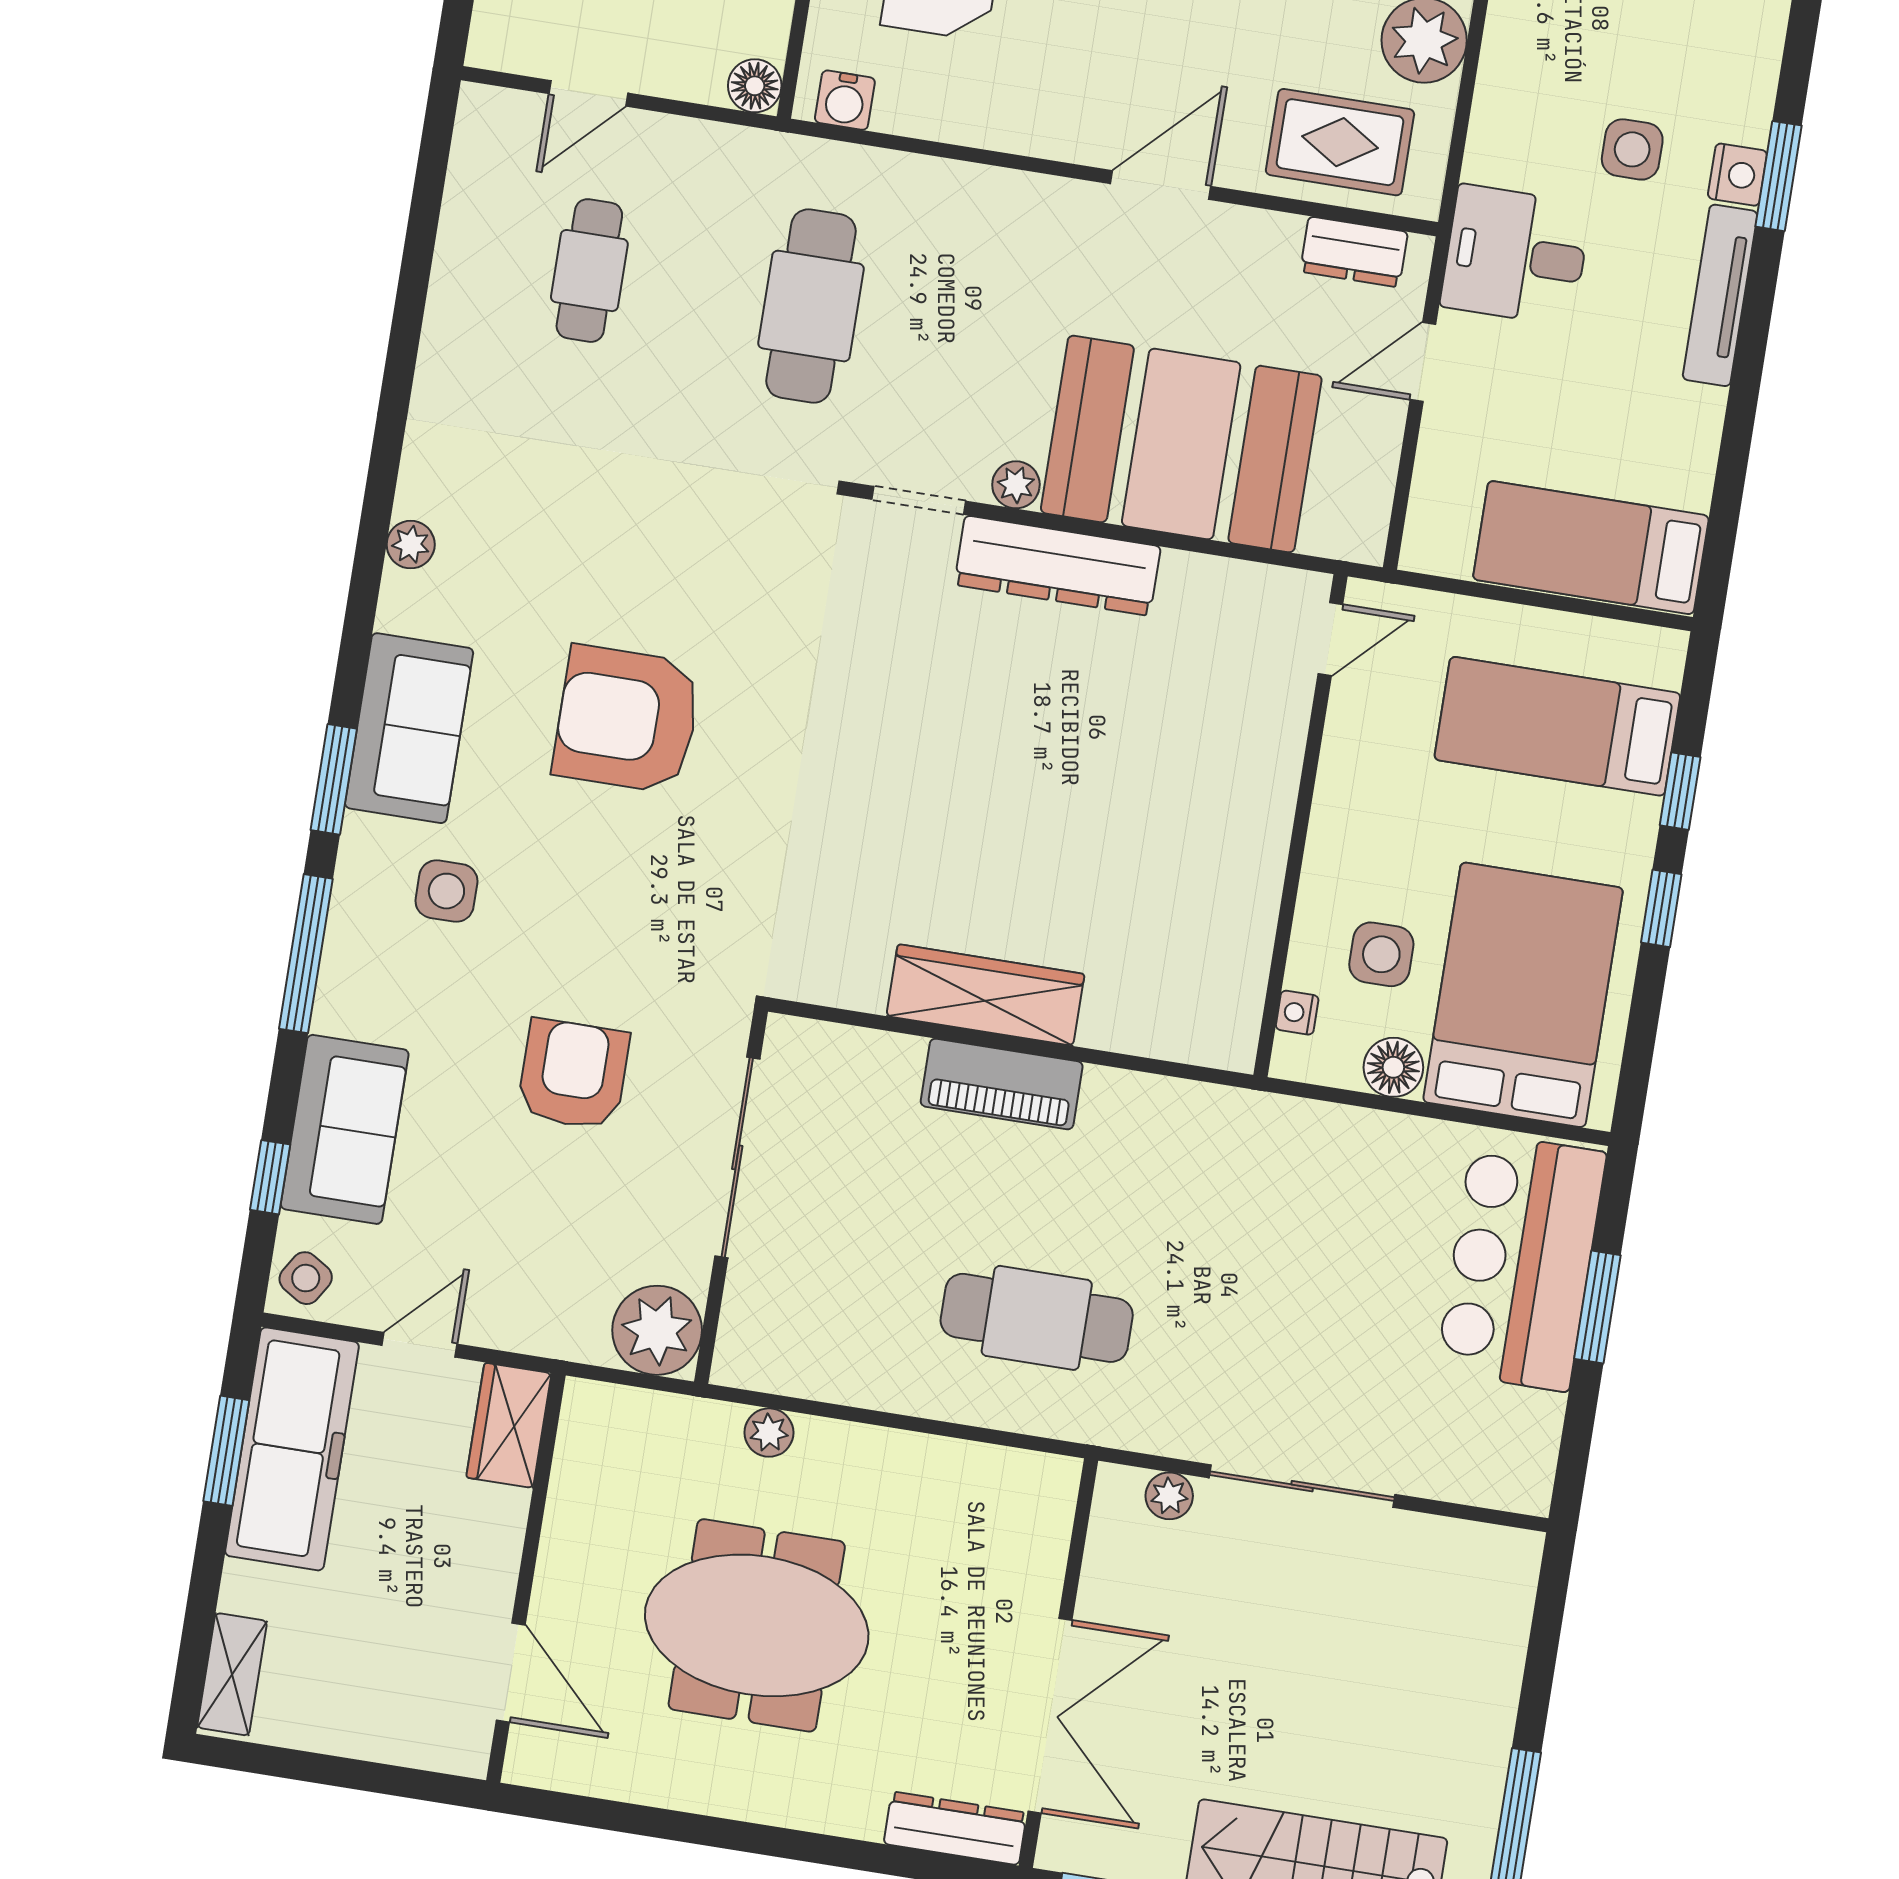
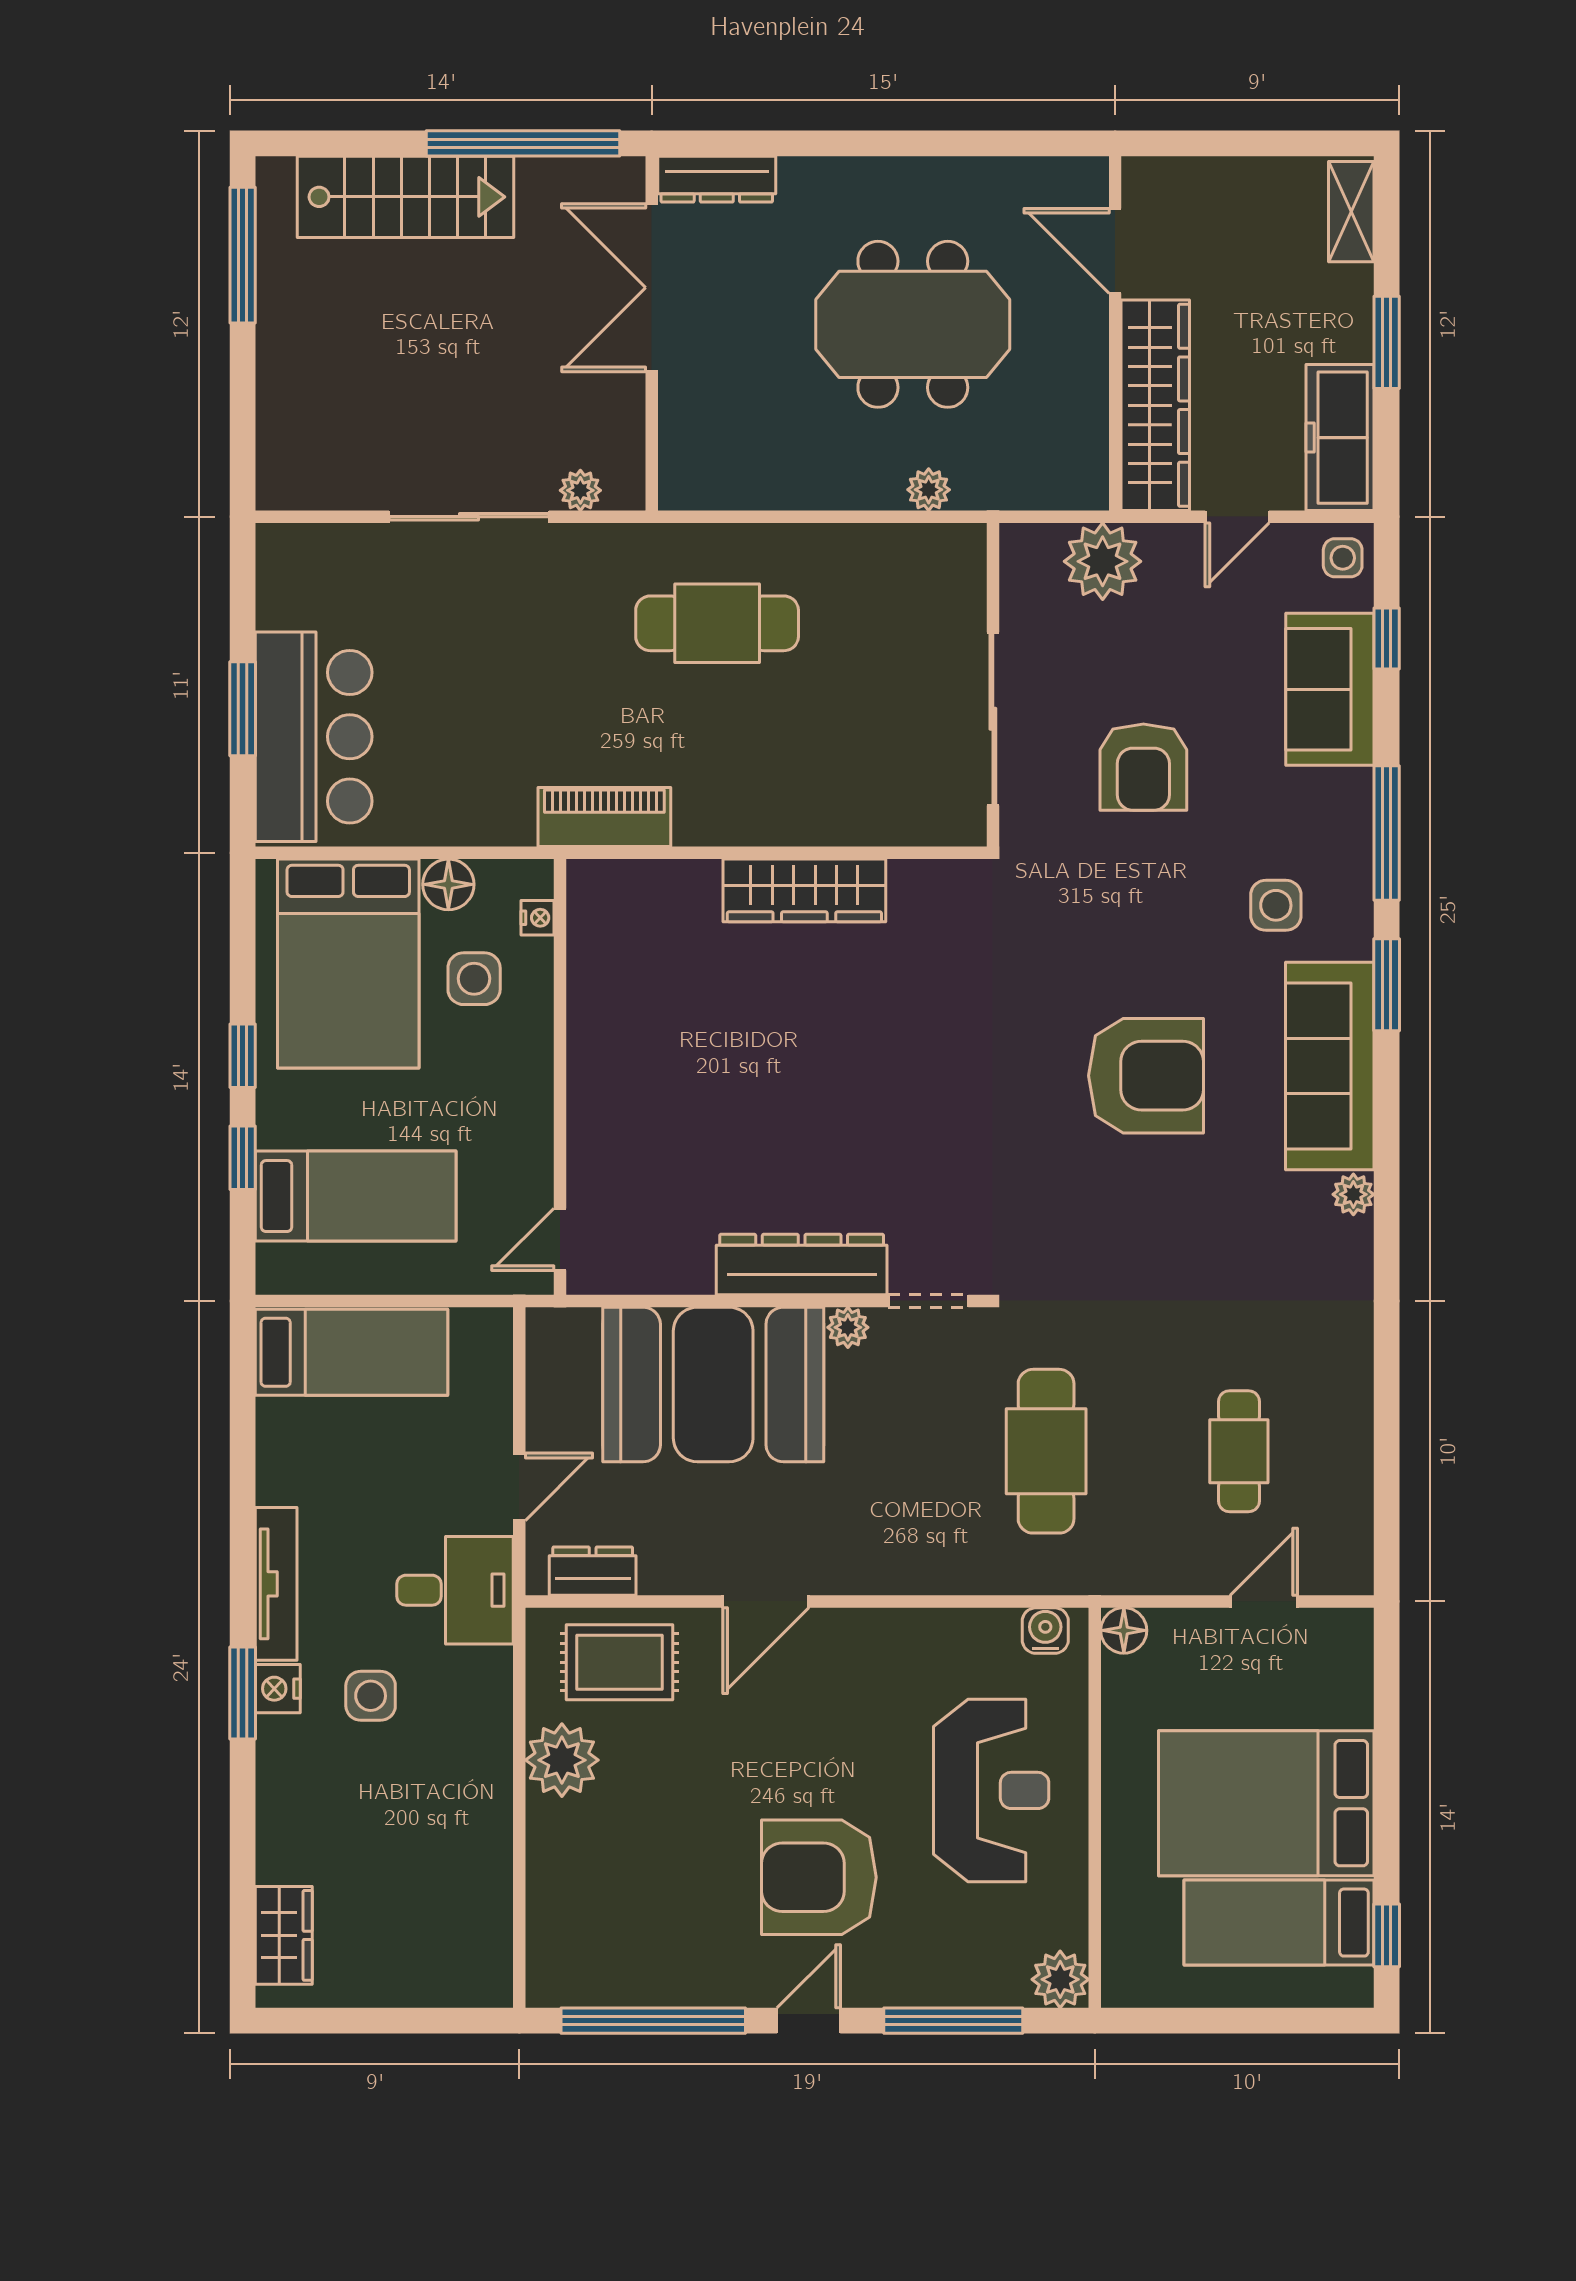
sofa: (409, 728) -> (1330, 1066), width x1.36
piano: (1002, 1084) -> (604, 817), moved
side table: (306, 1278) -> (1343, 558), turned -32
plant: (657, 1330) -> (1103, 561), moved
wardrobe: (509, 1425) -> (1155, 405), width x2.10, depth x1.17
freezer: (292, 1449) -> (1340, 438), width x0.73, depth x0.79
window: (226, 1451) -> (1387, 342), moved

